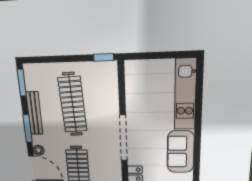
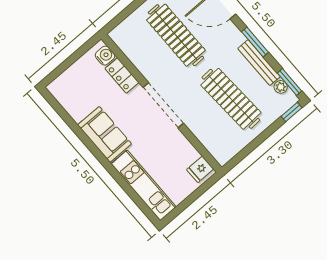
window: (104, 57) -> (292, 112), moved
fridge: (134, 72) -> (200, 169), added
plant: (39, 150) -> (281, 87), moved

